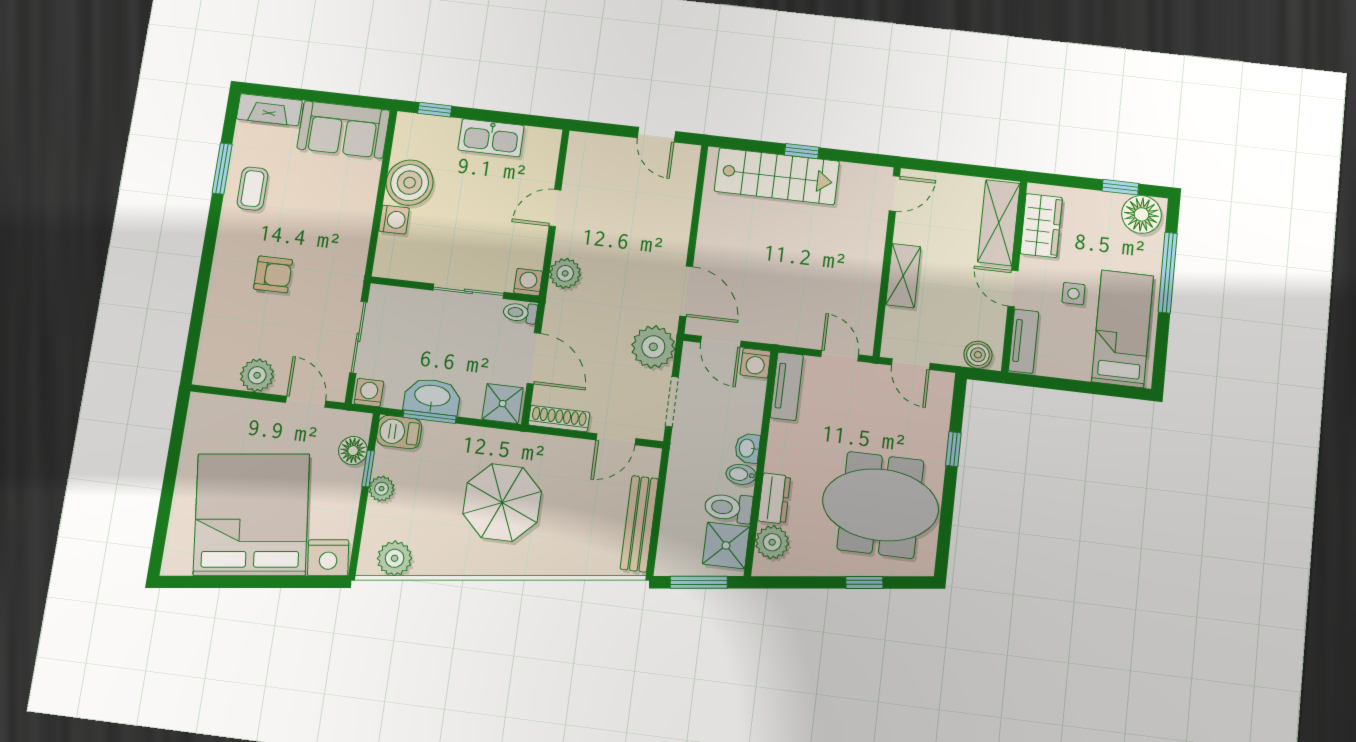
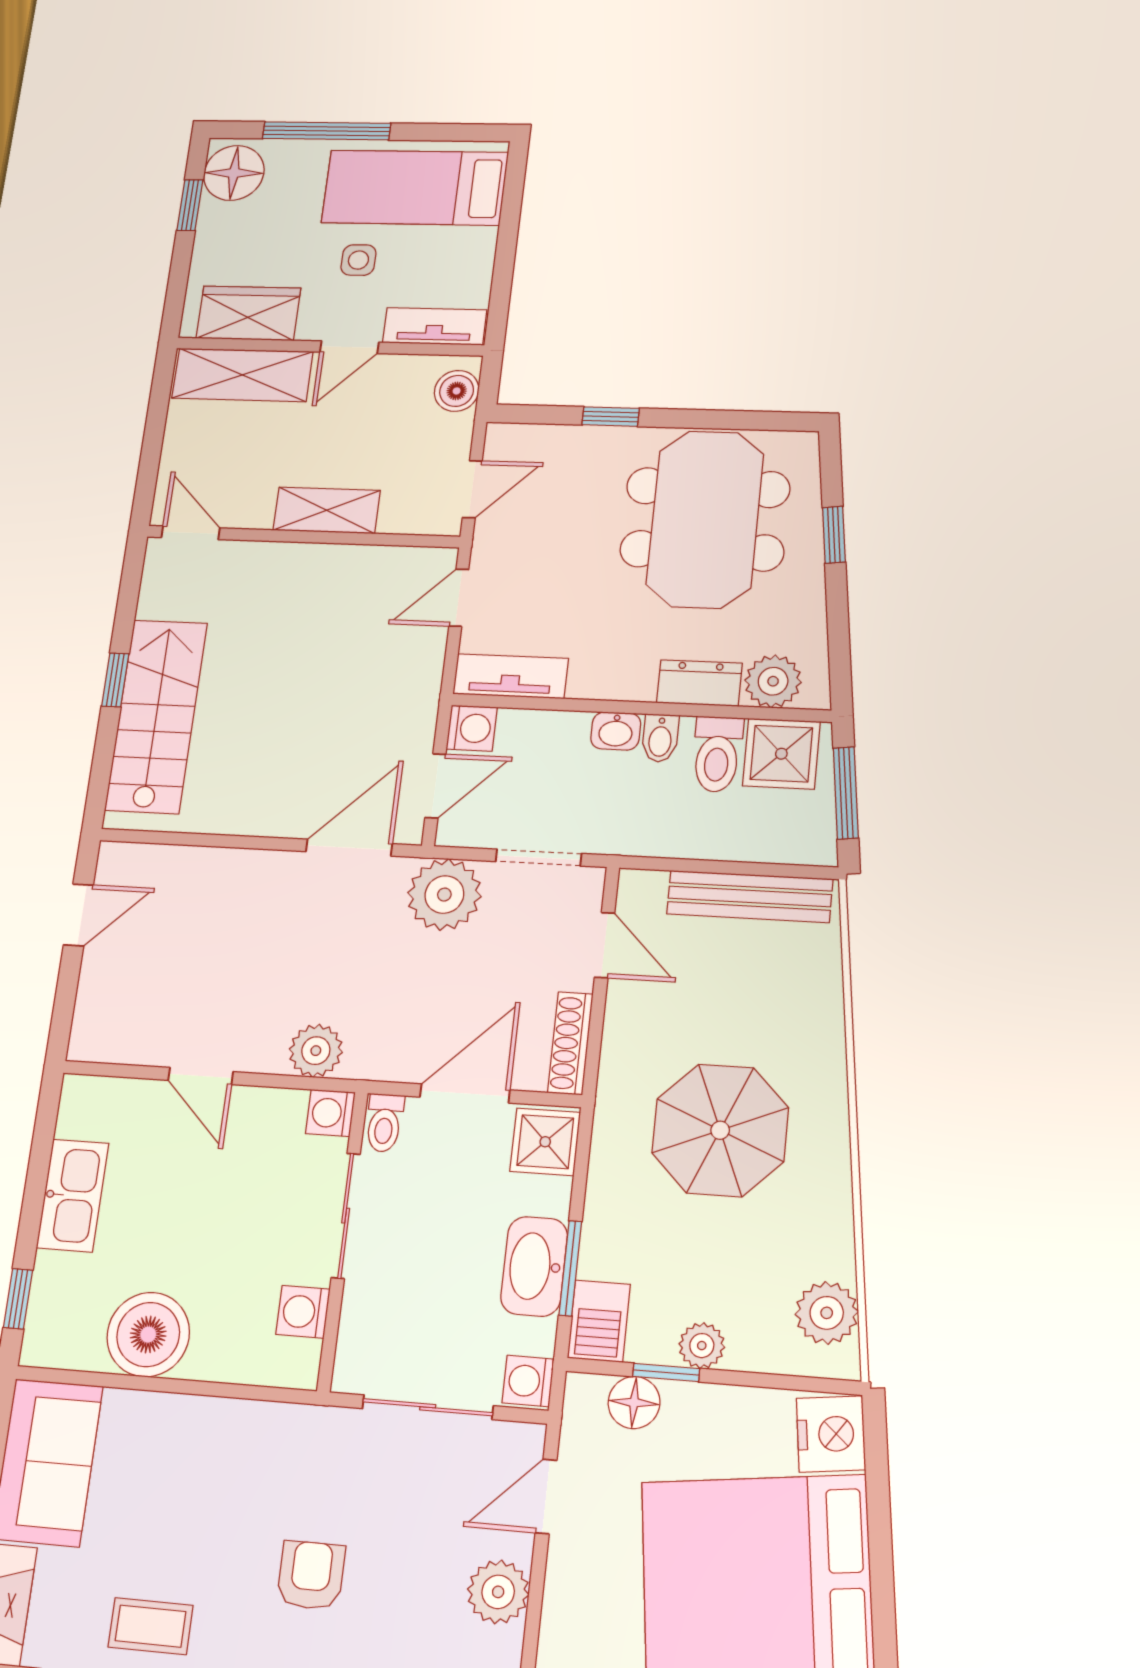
washing machine: (394, 220) -> (303, 1312), moved, turned -90

